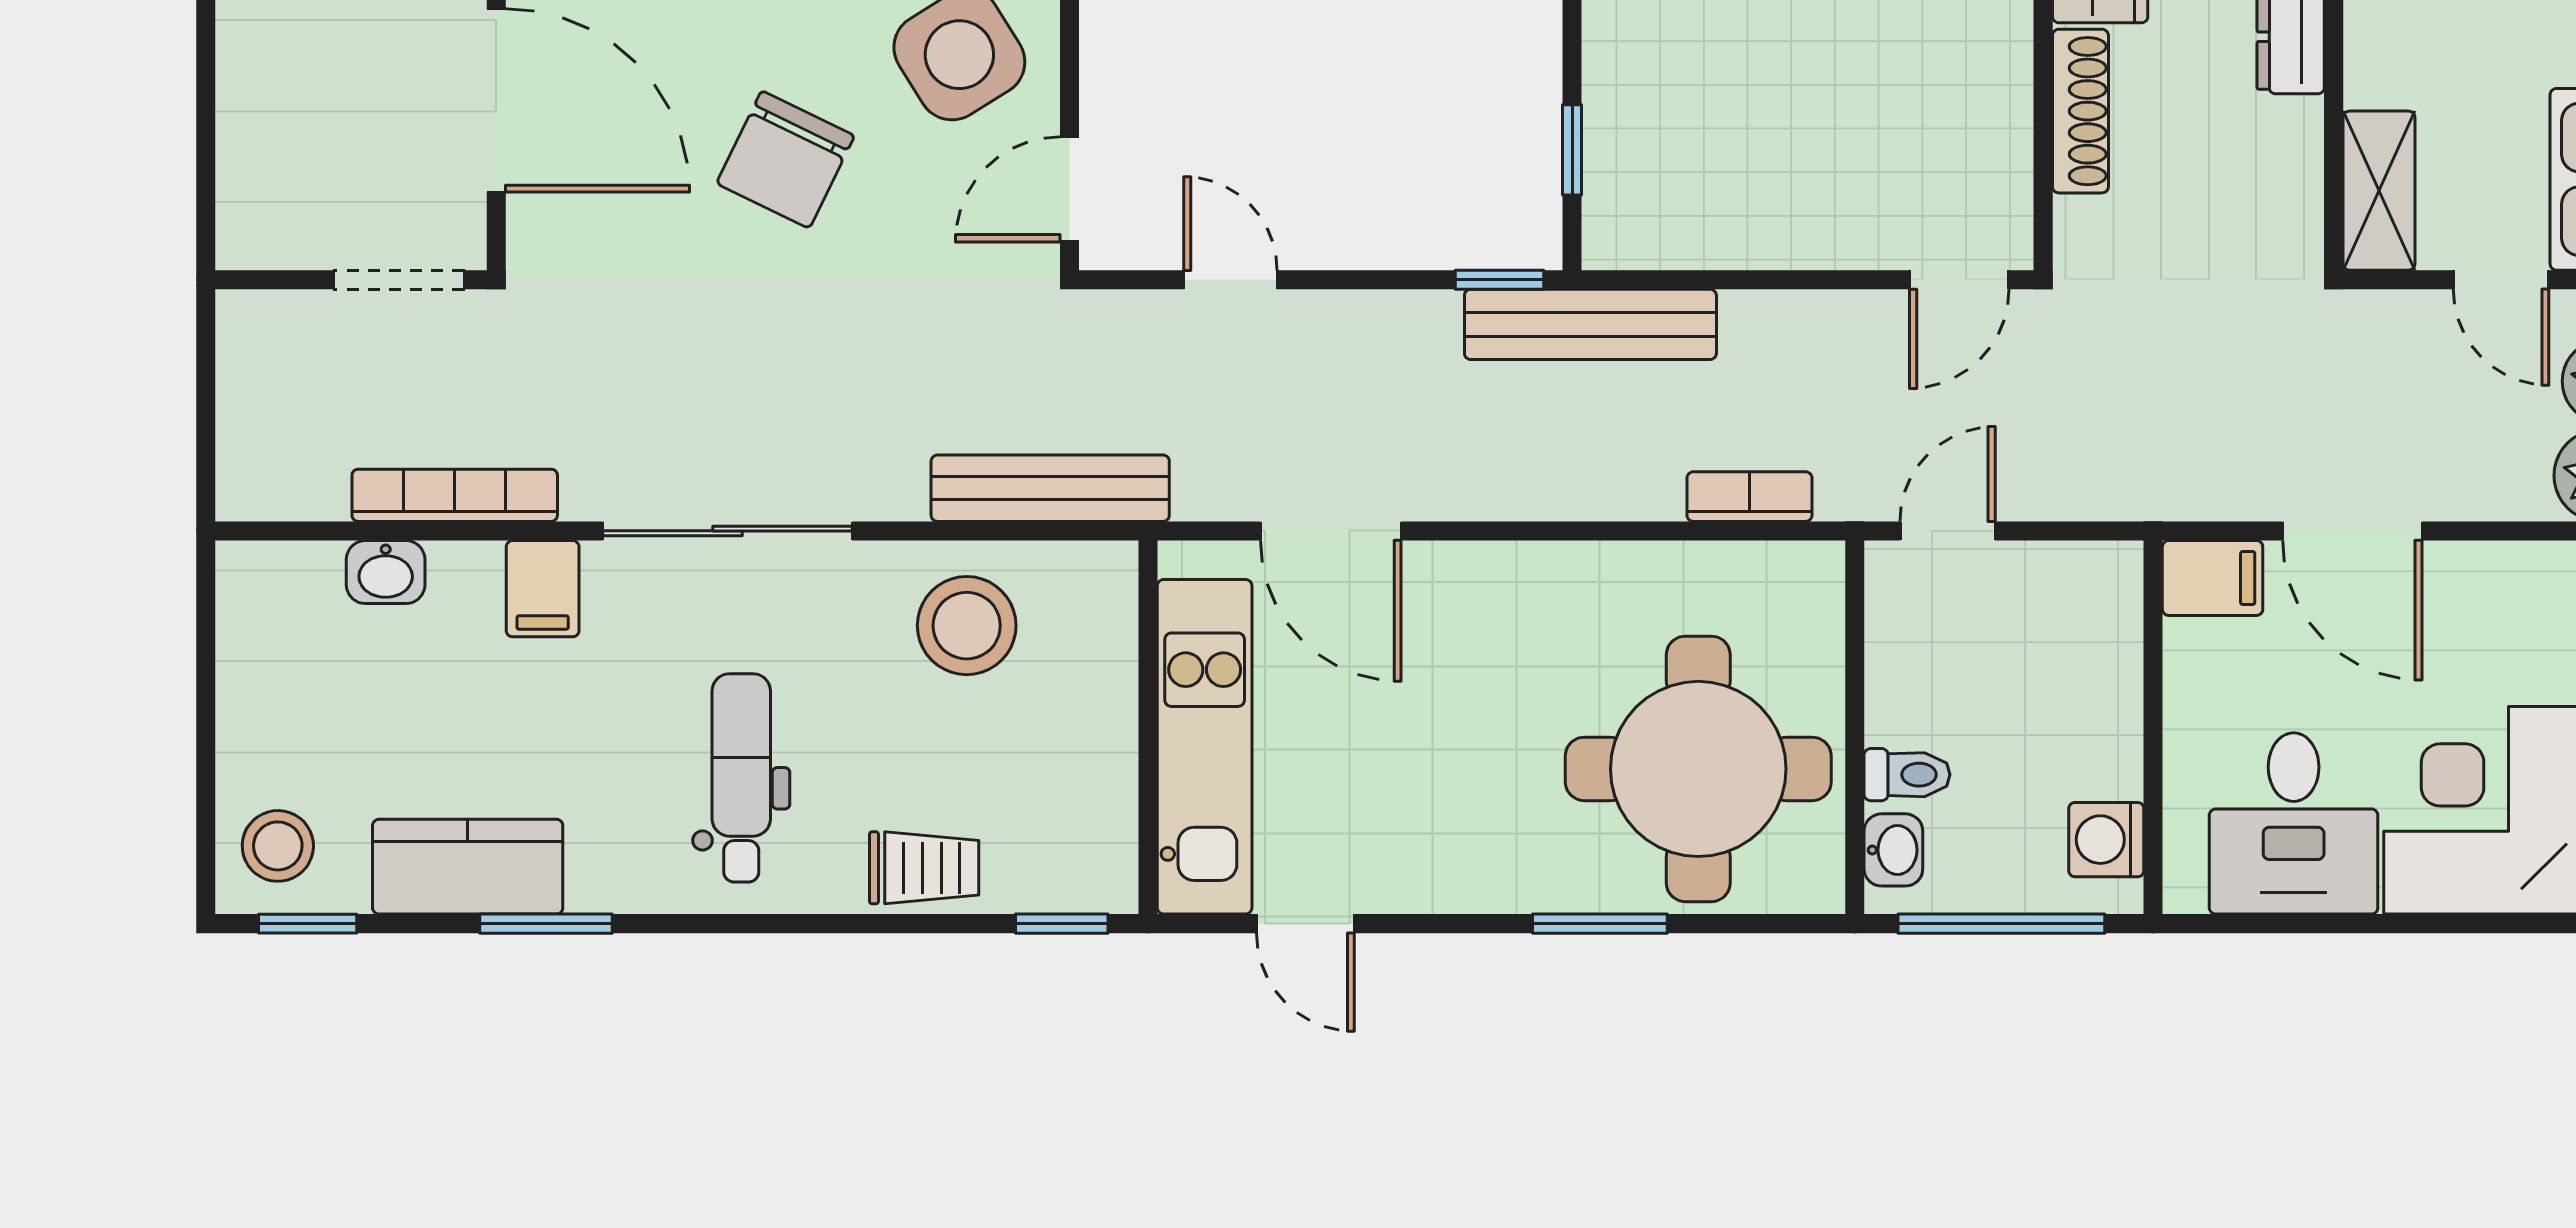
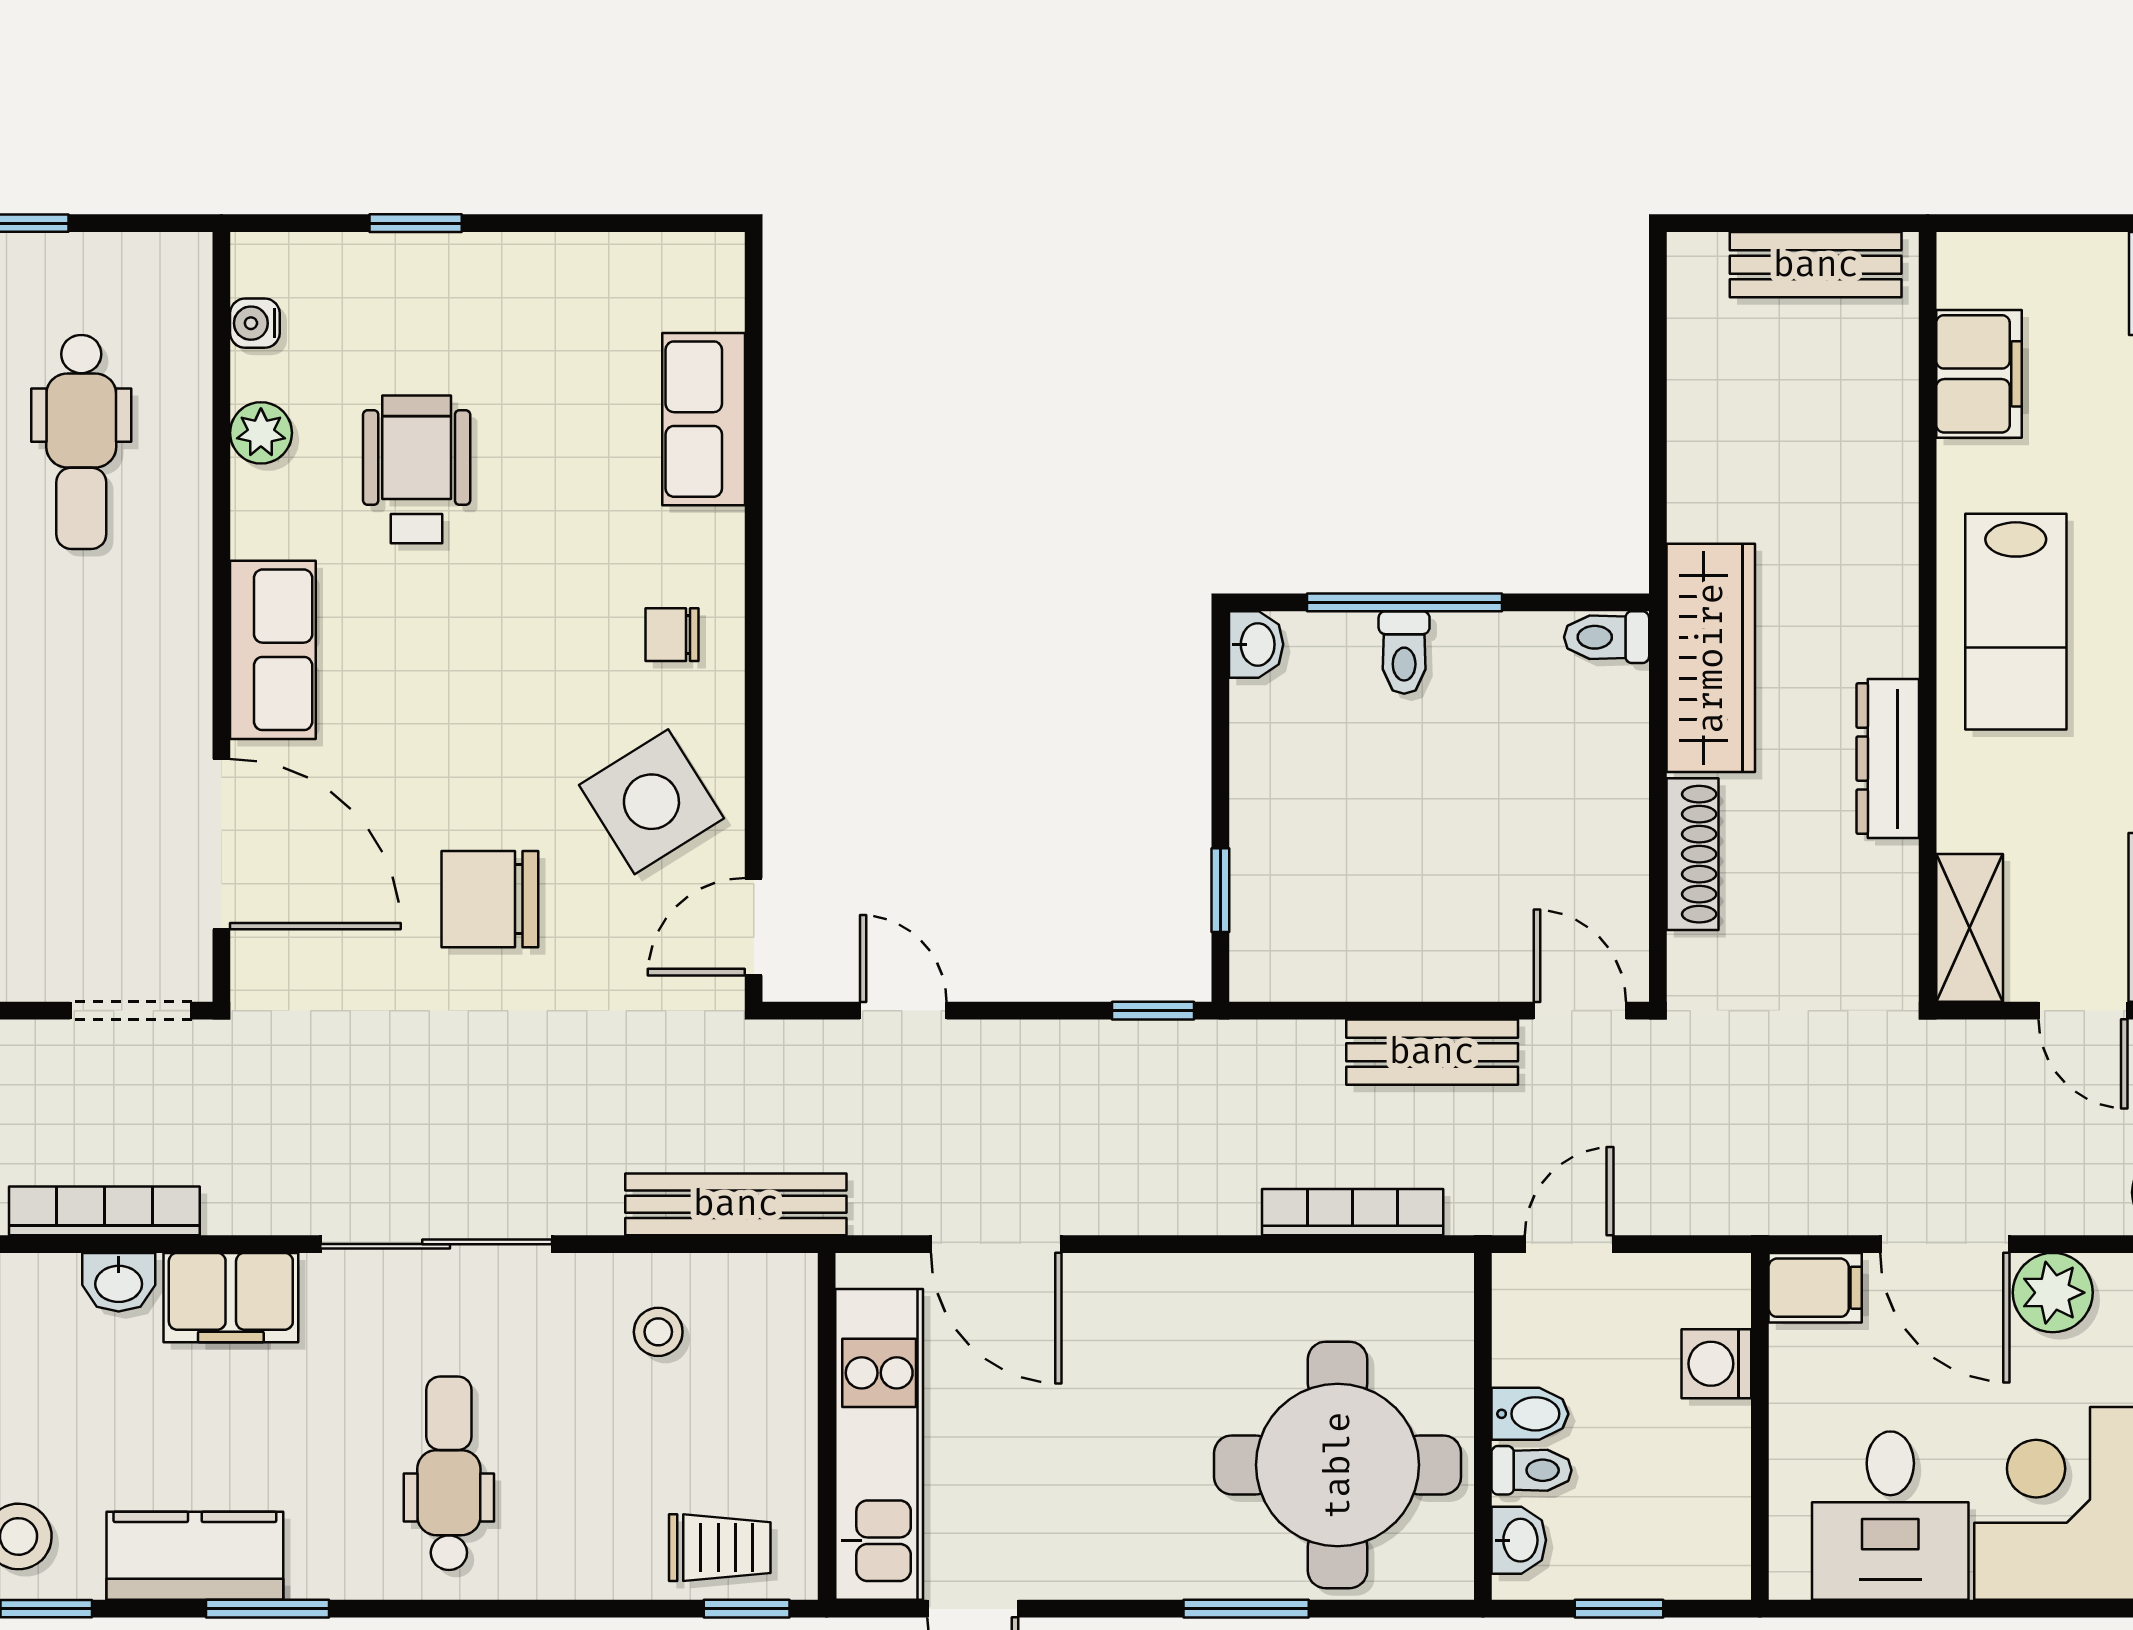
chair: (785, 160) -> (490, 899), turned 64
door: (1959, 280) -> (1580, 1011), swing flipped
bench: (1590, 324) -> (1432, 1052), moved, width x0.73
bookcase: (455, 495) -> (104, 1211), moved
bookcase: (1750, 497) -> (1353, 1212), width x1.56
plant: (2468, 583) -> (2053, 1293), added
filing cabinet: (543, 589) -> (231, 1298), width x2.00
stool: (967, 626) -> (658, 1332), width x0.53, depth x0.53
bidet: (1905, 714) -> (1530, 1414), added
washing machine: (2106, 840) -> (1716, 1364), moved
trolley: (924, 868) -> (720, 1548), moved
window: (2001, 924) -> (1619, 1609), width x0.46

